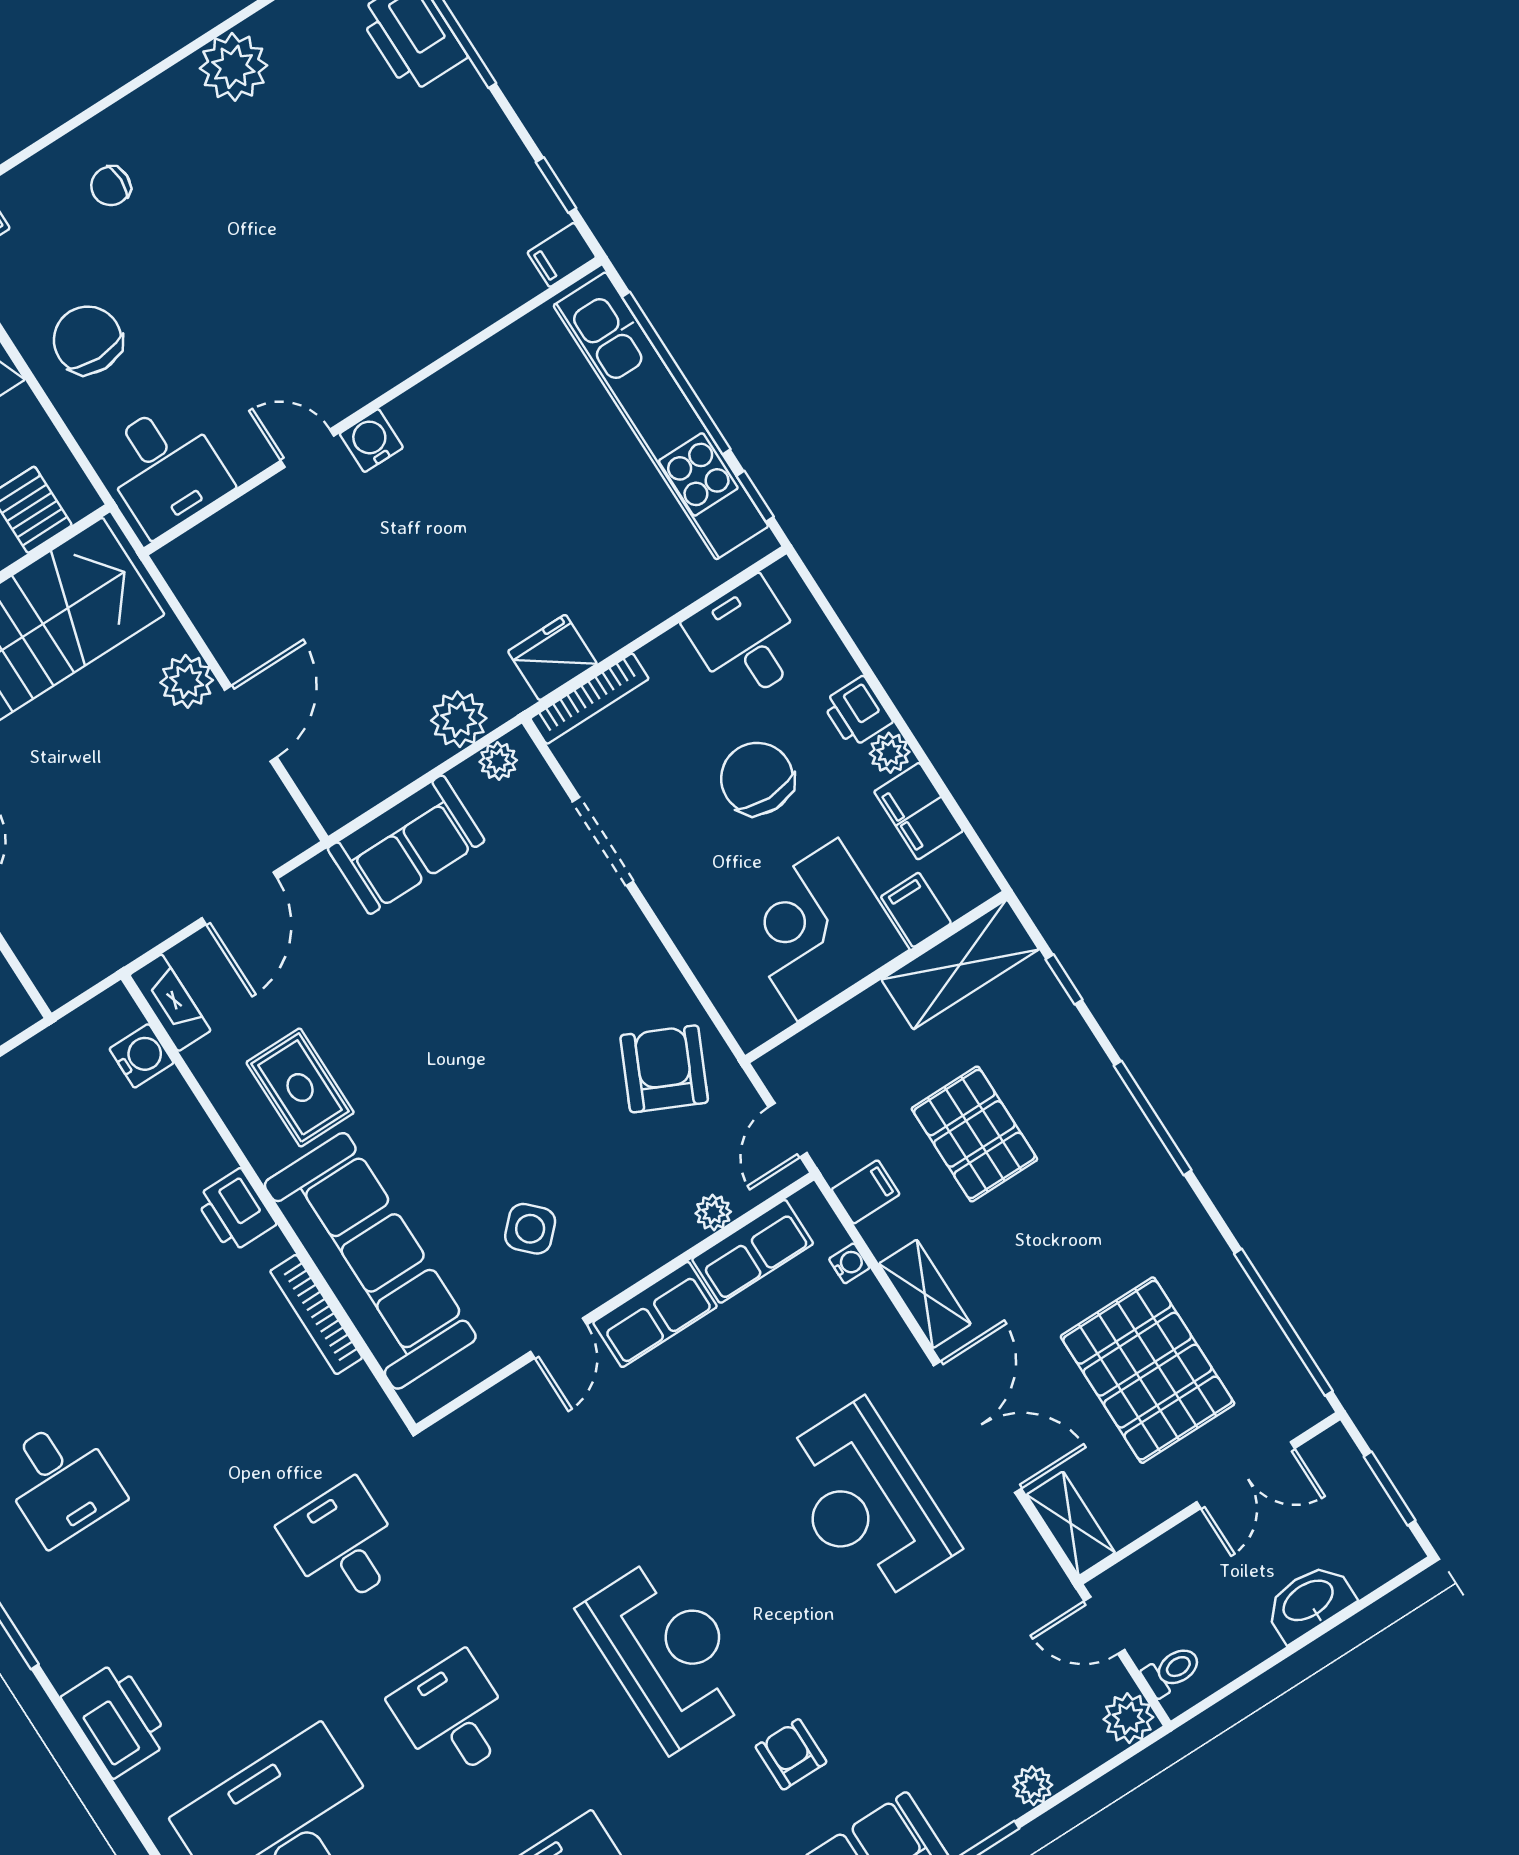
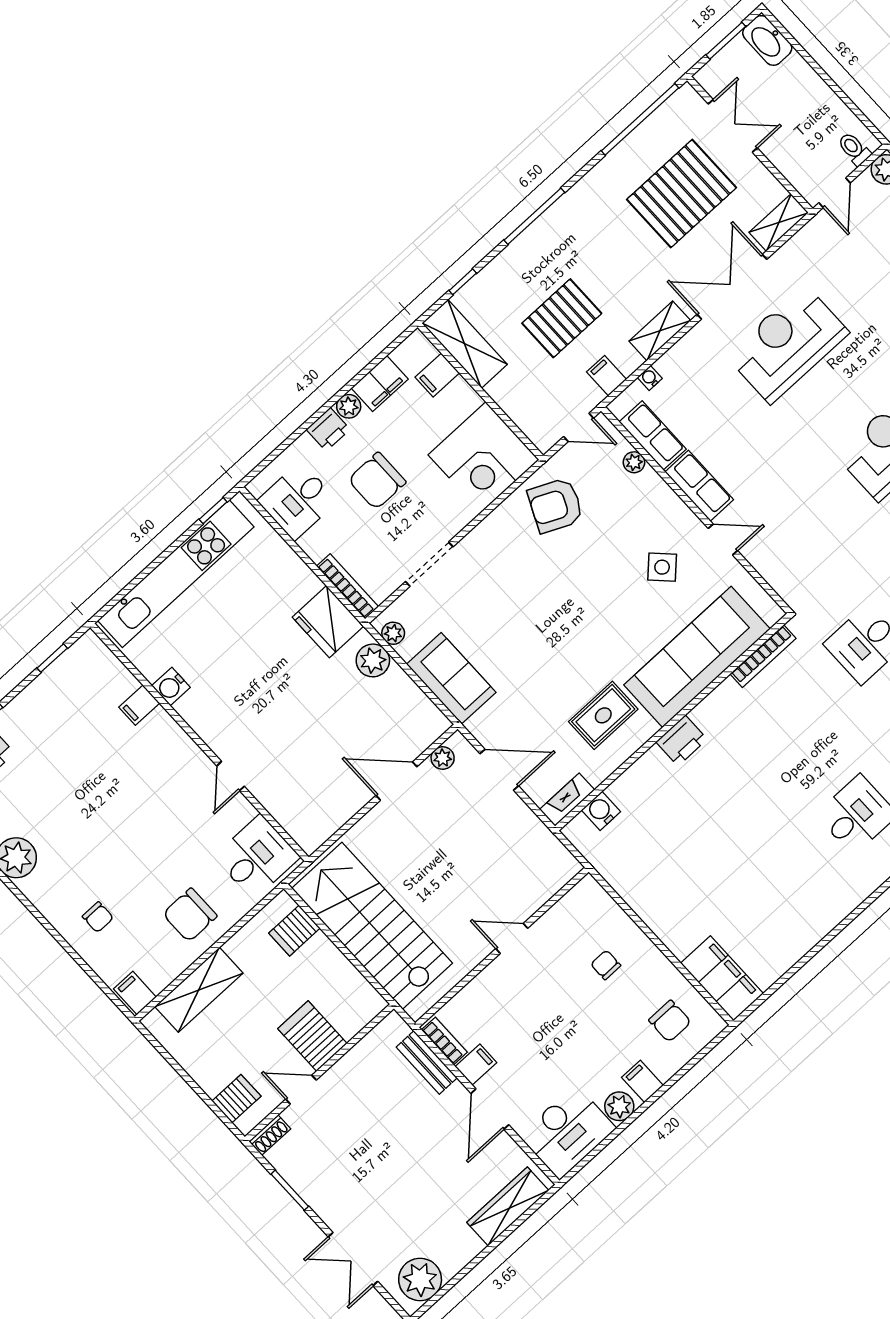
filing cabinet: (562, 255) -> (139, 705), moved, turned 90
window: (676, 373) -> (149, 569), removed
water cooler: (371, 441) -> (171, 686), moved
fridge: (552, 657) -> (328, 622), width x1.36, depth x1.34
plant: (187, 681) -> (443, 758), moved, width x0.73, depth x0.73
corner desk: (818, 929) -> (484, 457), moved
bookcase: (316, 1314) -> (763, 656), moved
reception desk: (866, 1503) -> (787, 344), turned 180
washbasin: (1309, 1602) -> (767, 40), moved

